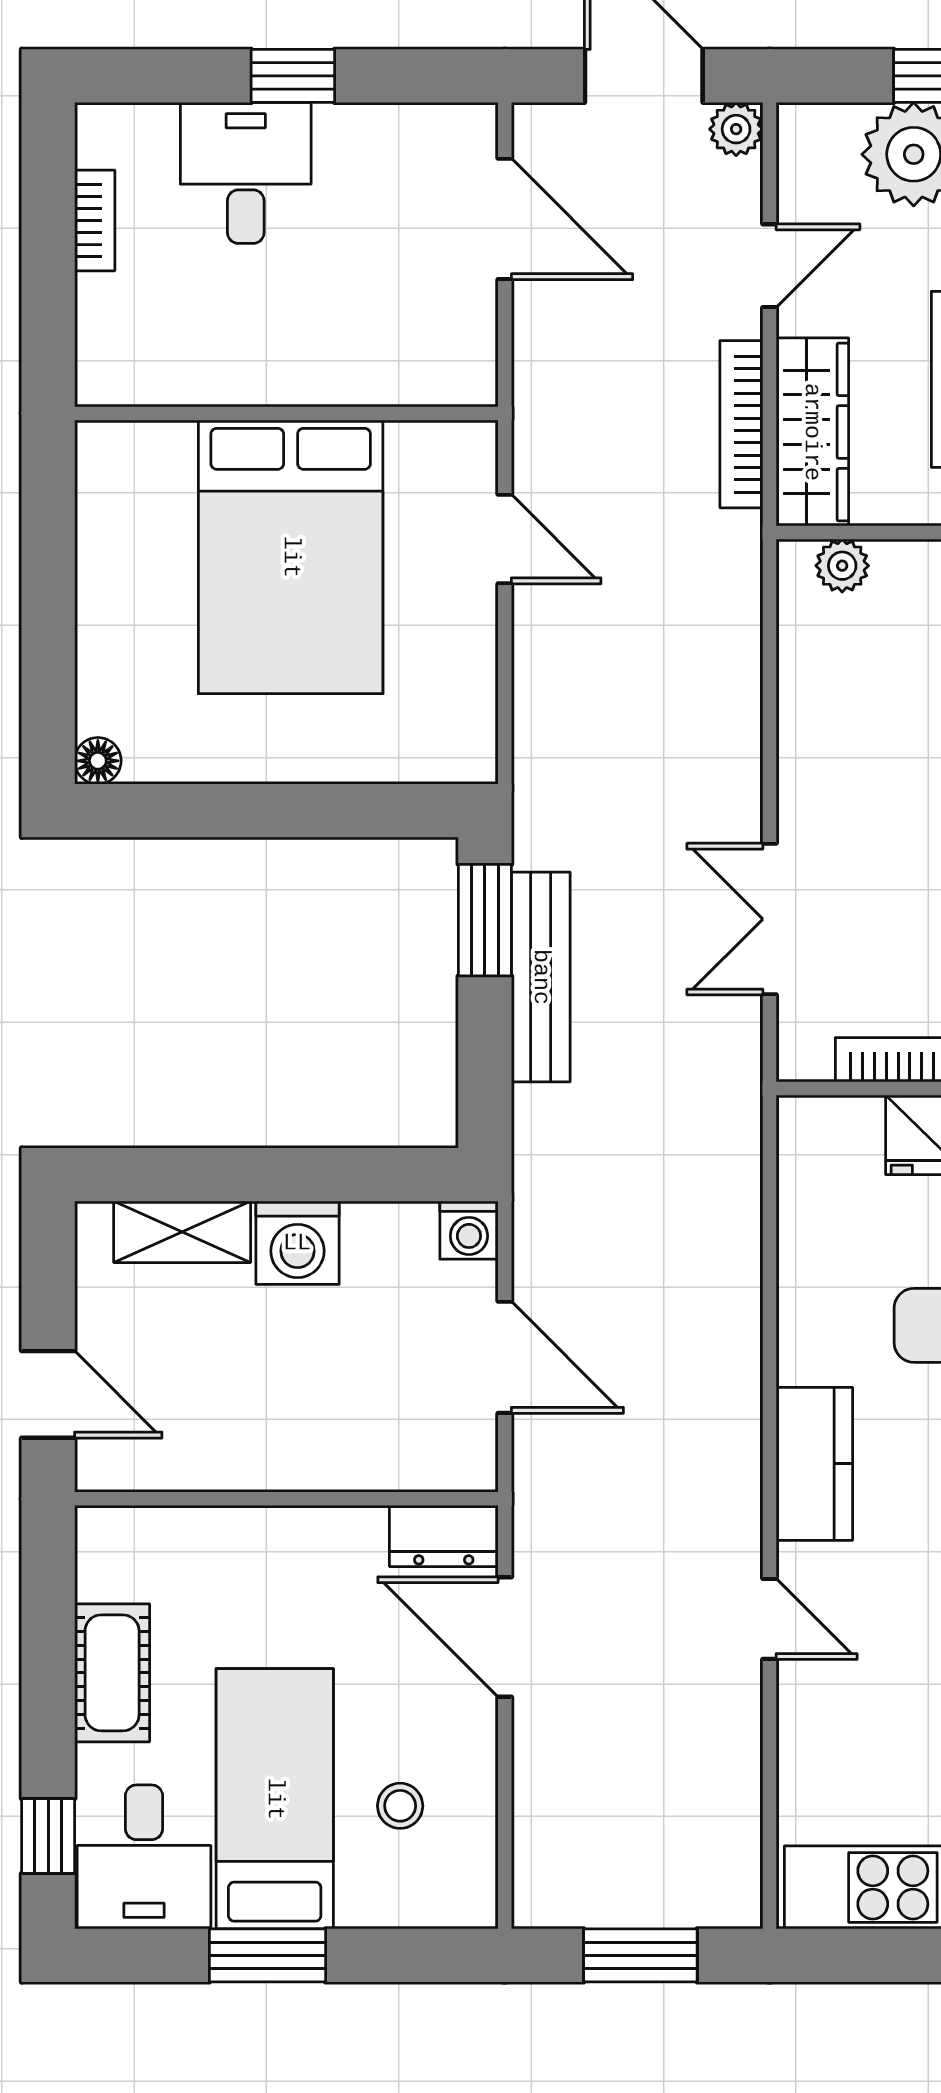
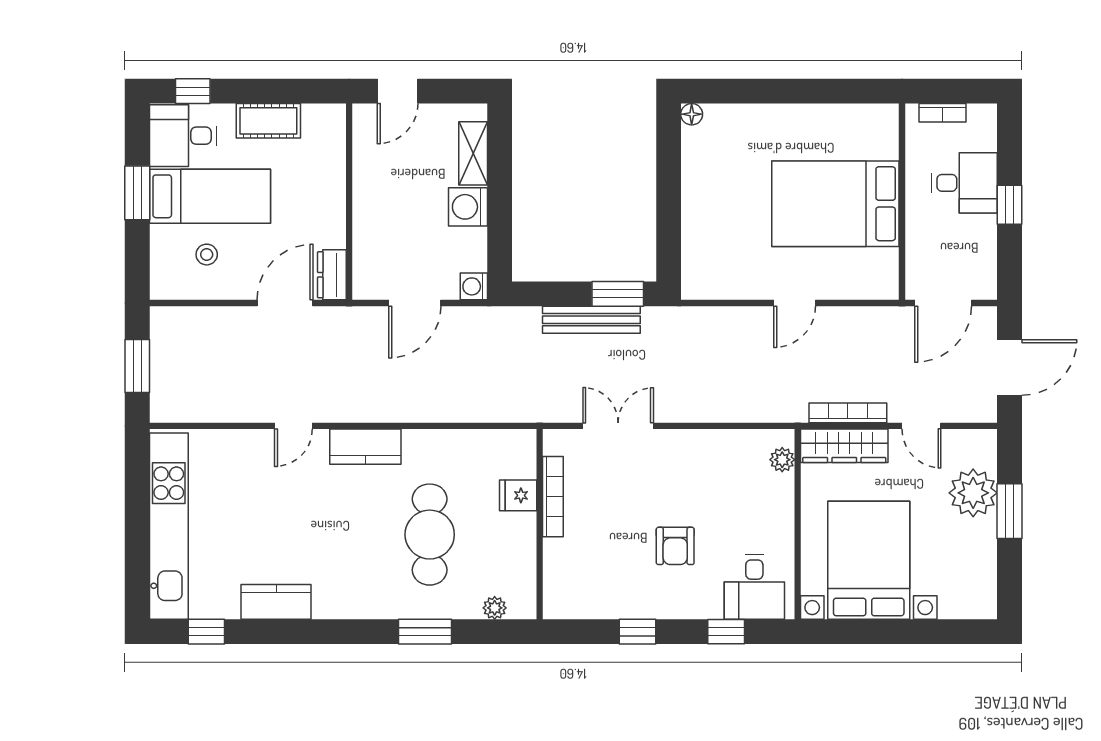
plant: (736, 129) -> (985, 410), removed
wall: (286, 413) -> (902, 202), moved
bed: (291, 557) -> (835, 204), moved

